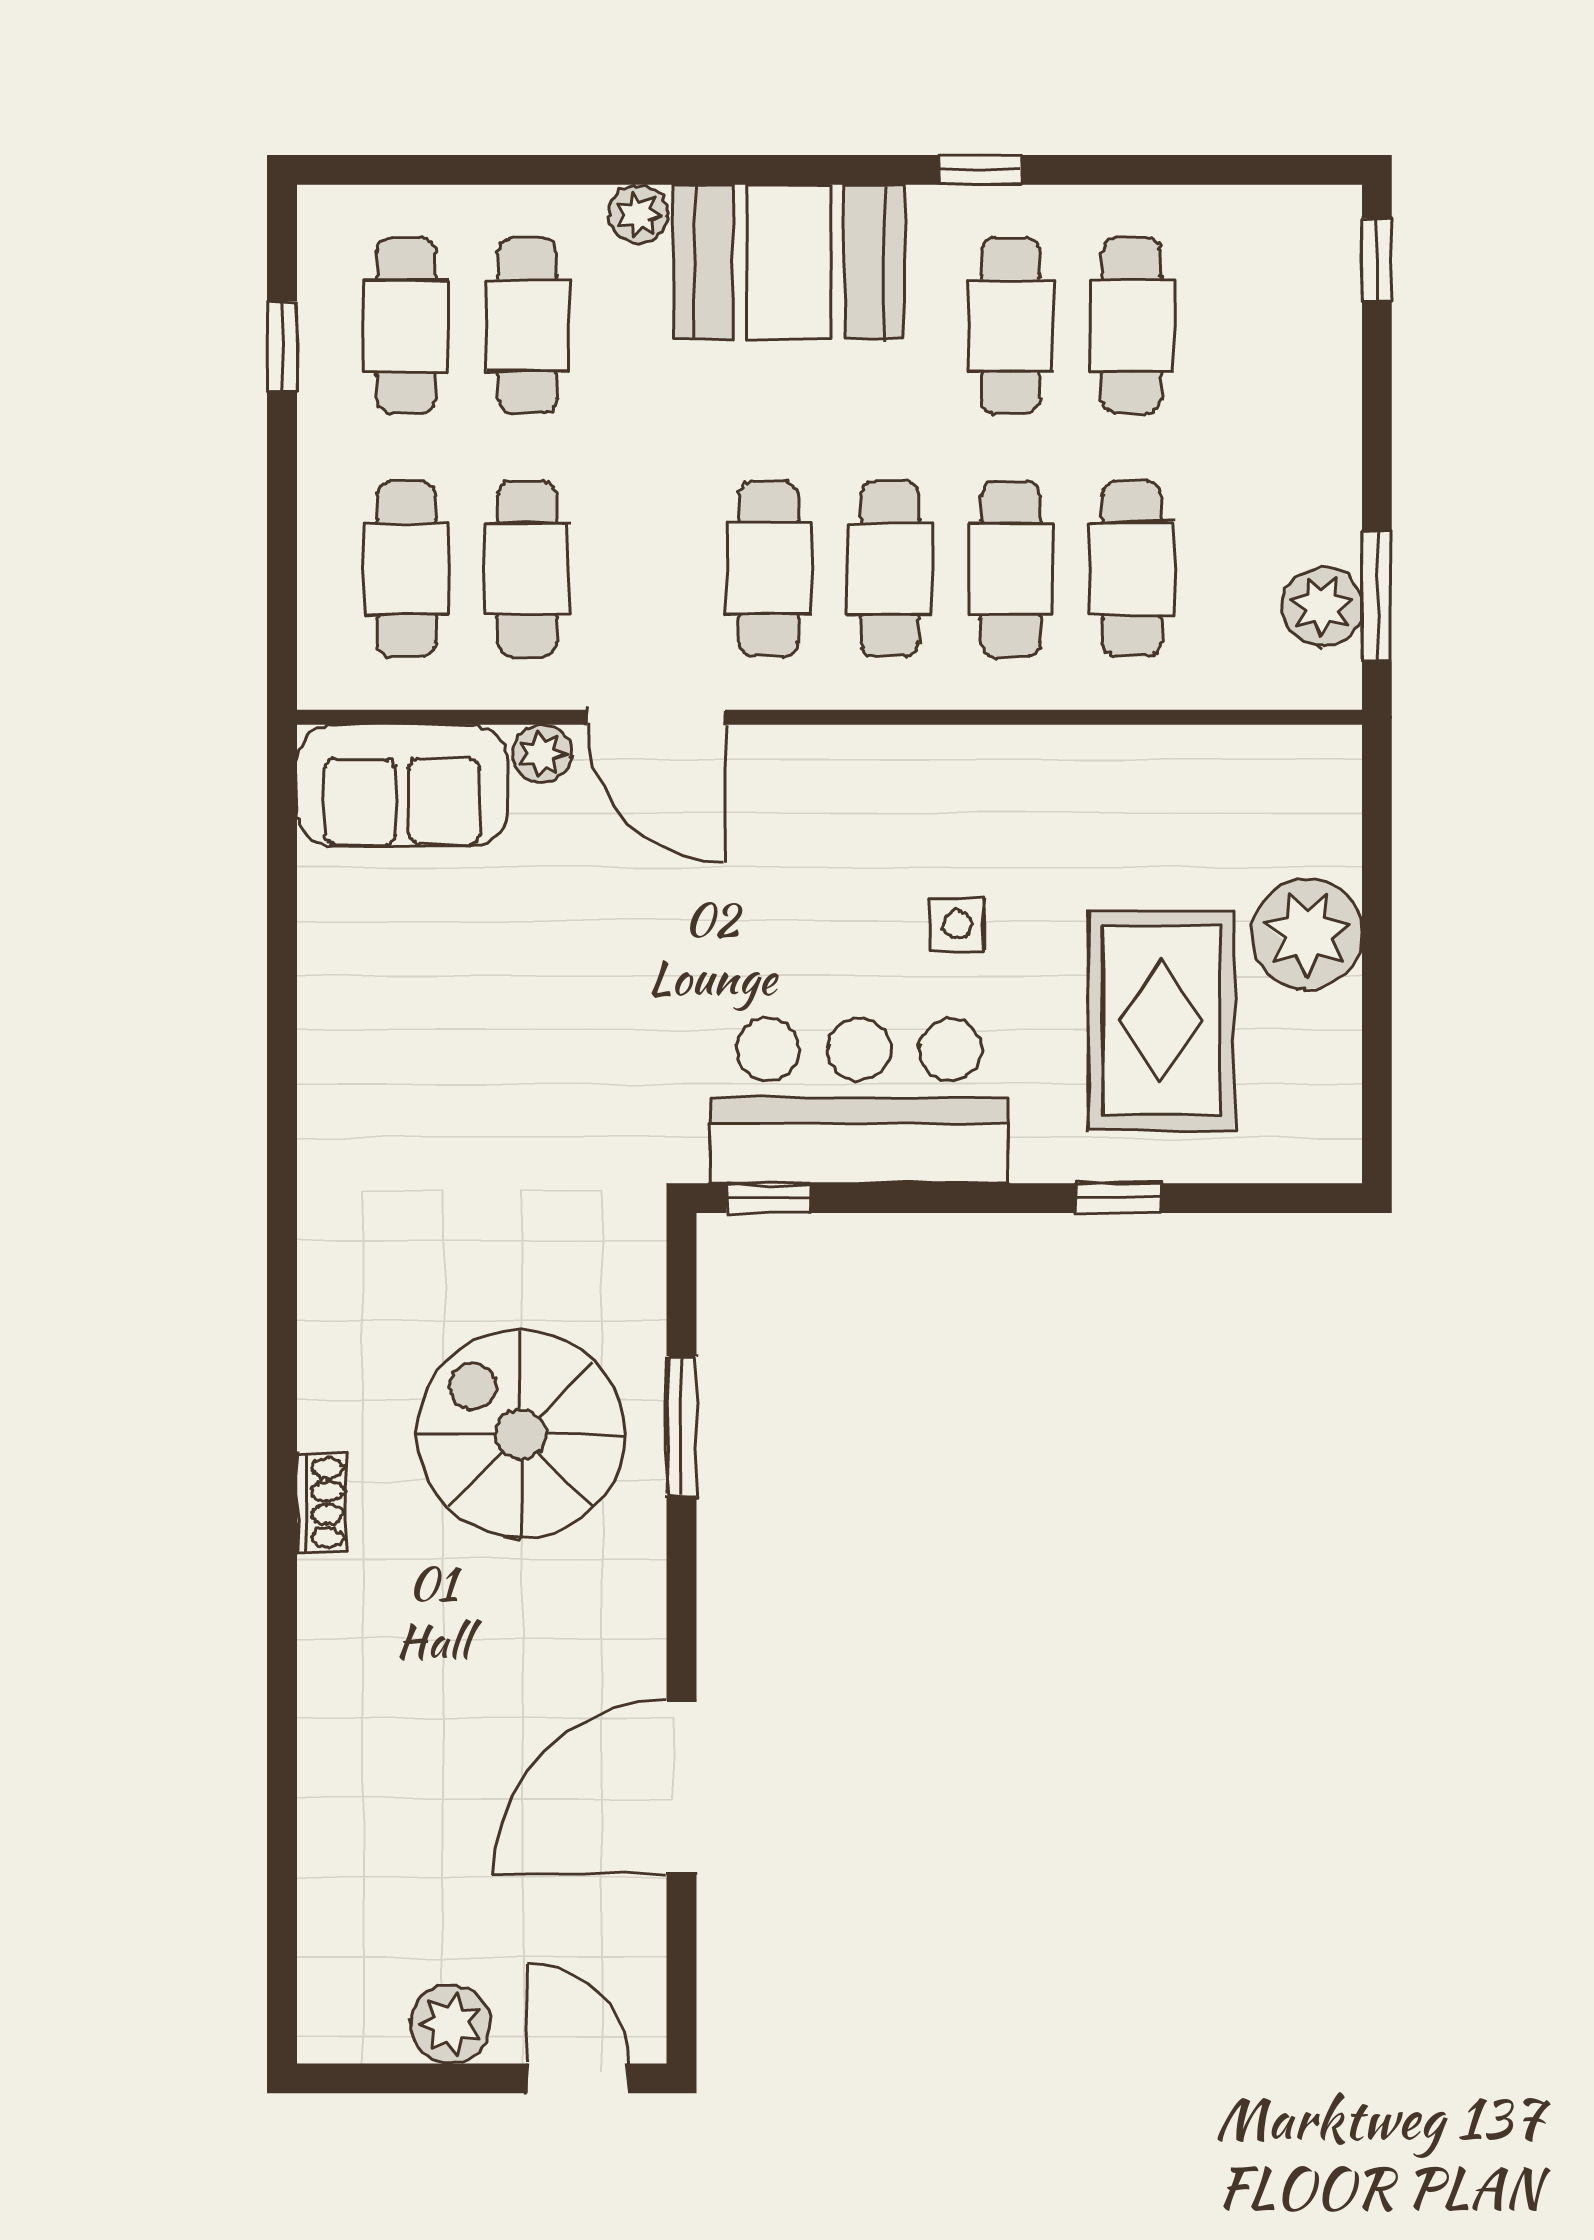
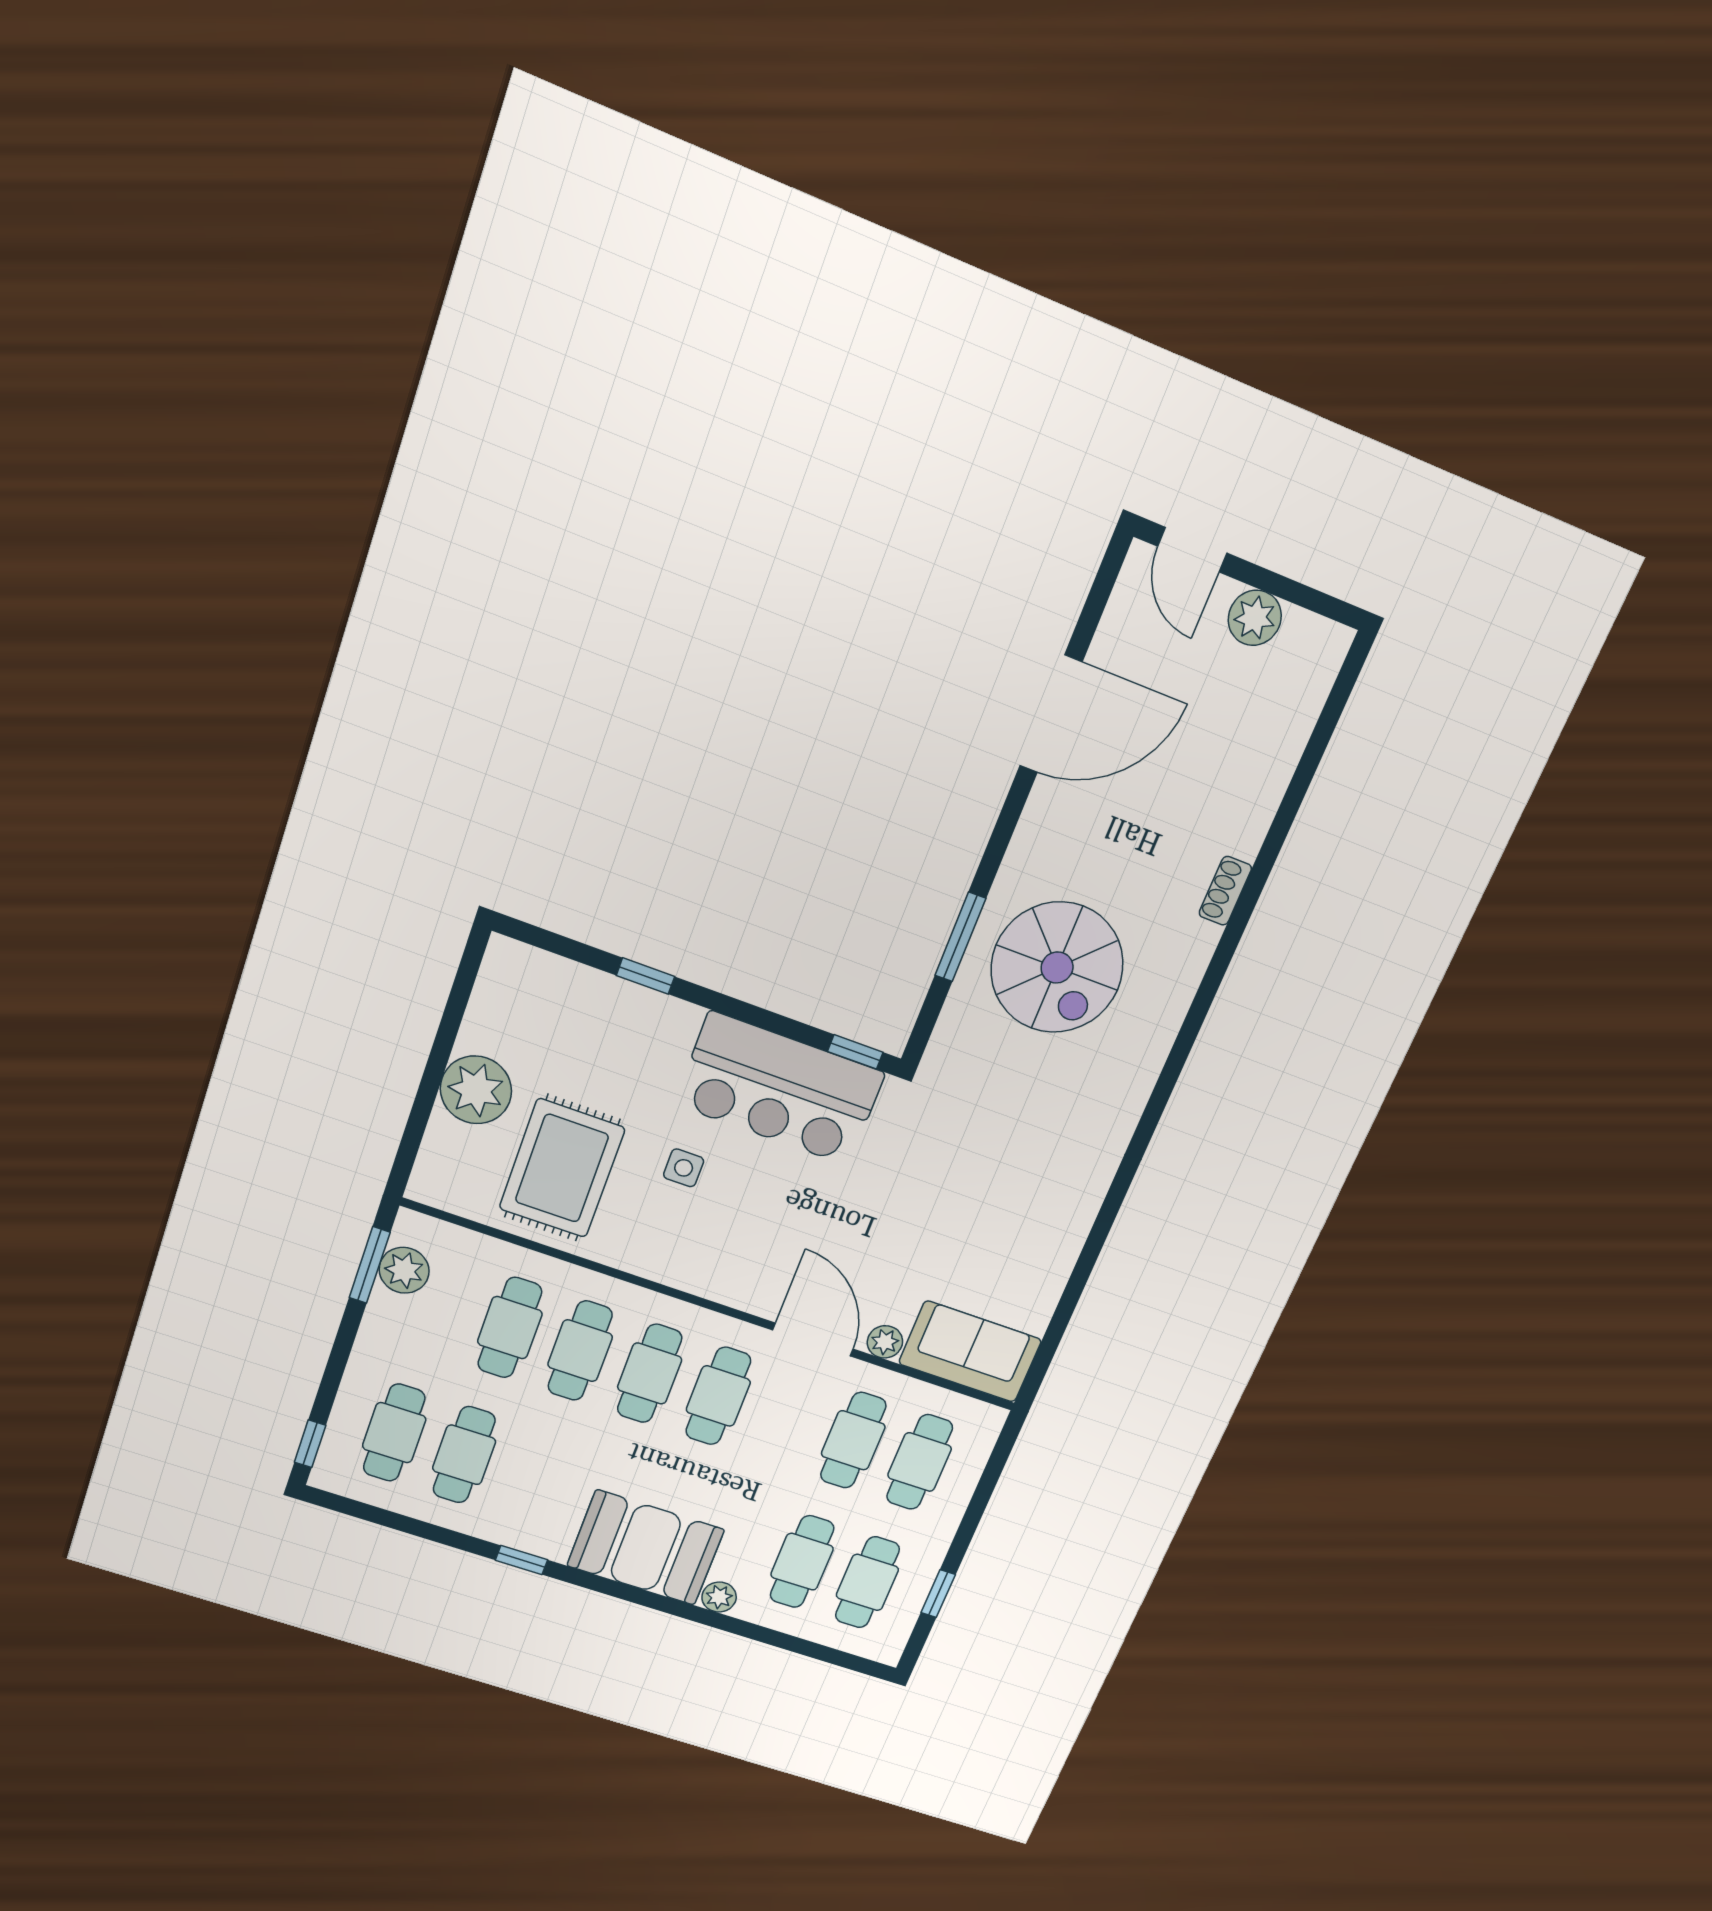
cafe table: (1011, 326) -> (394, 1433), moved
rug: (1161, 1021) -> (562, 1168), moved
shoe rack: (321, 1503) -> (1225, 891), moved

